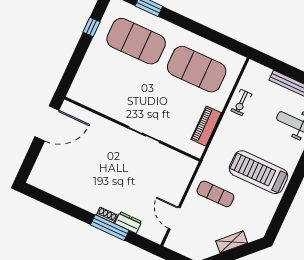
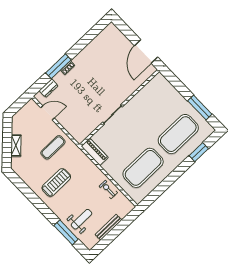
window: (91, 27) -> (200, 107), width x2.17
piano: (206, 126) -> (95, 152), moved
treadmill: (258, 172) -> (56, 182), width x0.73, depth x0.73
dresser: (128, 223) -> (49, 88), moved

